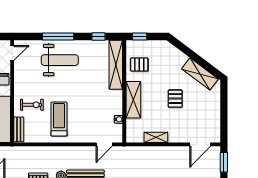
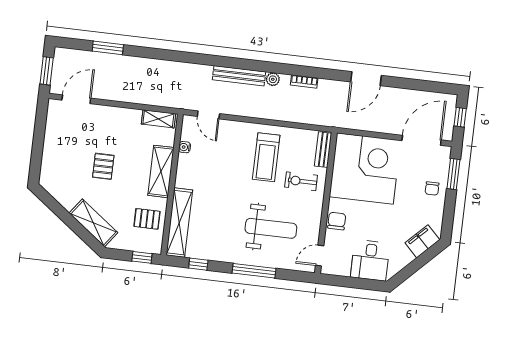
weight bench: (60, 60) -> (271, 228), moved, turned 180
shelving: (200, 74) -> (93, 223), moved
shelving: (156, 137) -> (158, 119), moved
door: (104, 144) -> (208, 115), swing flipped

